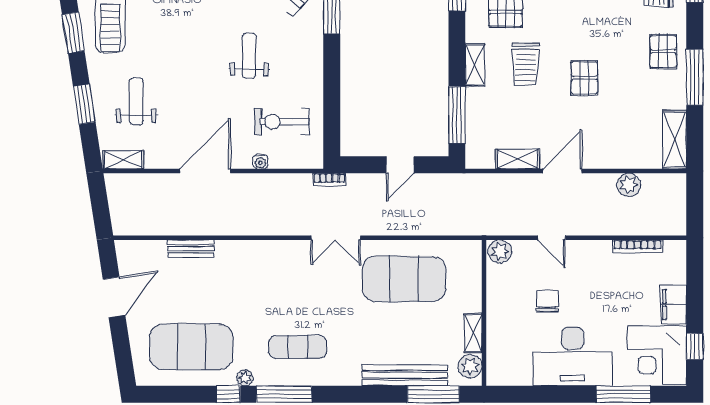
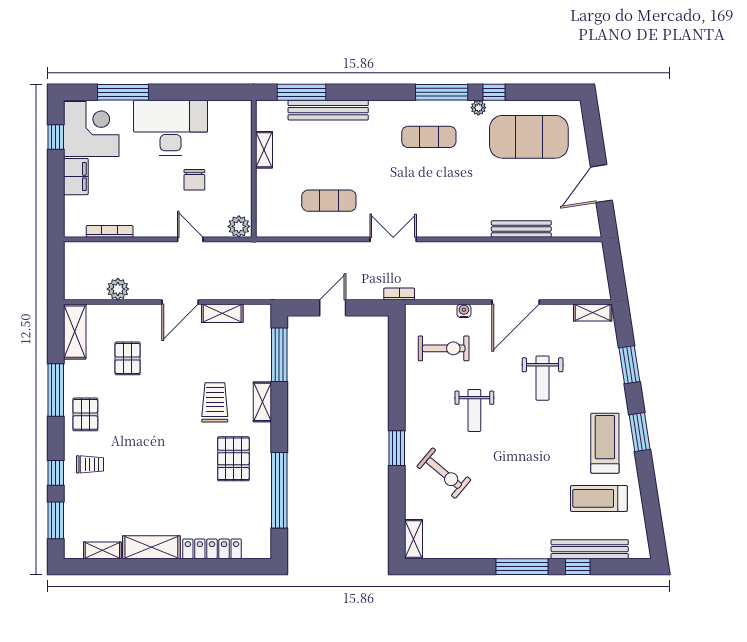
pallet: (584, 78) -> (128, 358), moved
weight bench: (136, 101) -> (543, 378), moved
bench: (191, 249) -> (521, 229), width x1.36
exercise mat: (404, 279) -> (329, 201), width x0.50, depth x0.69
plant: (470, 366) -> (267, 119), removed

